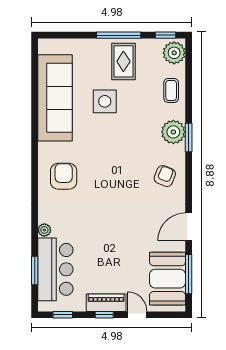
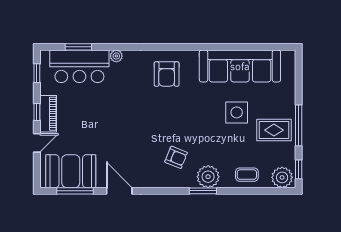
armchair: (64, 176) -> (167, 74), turned 90
armchair: (165, 176) -> (176, 157), moved

